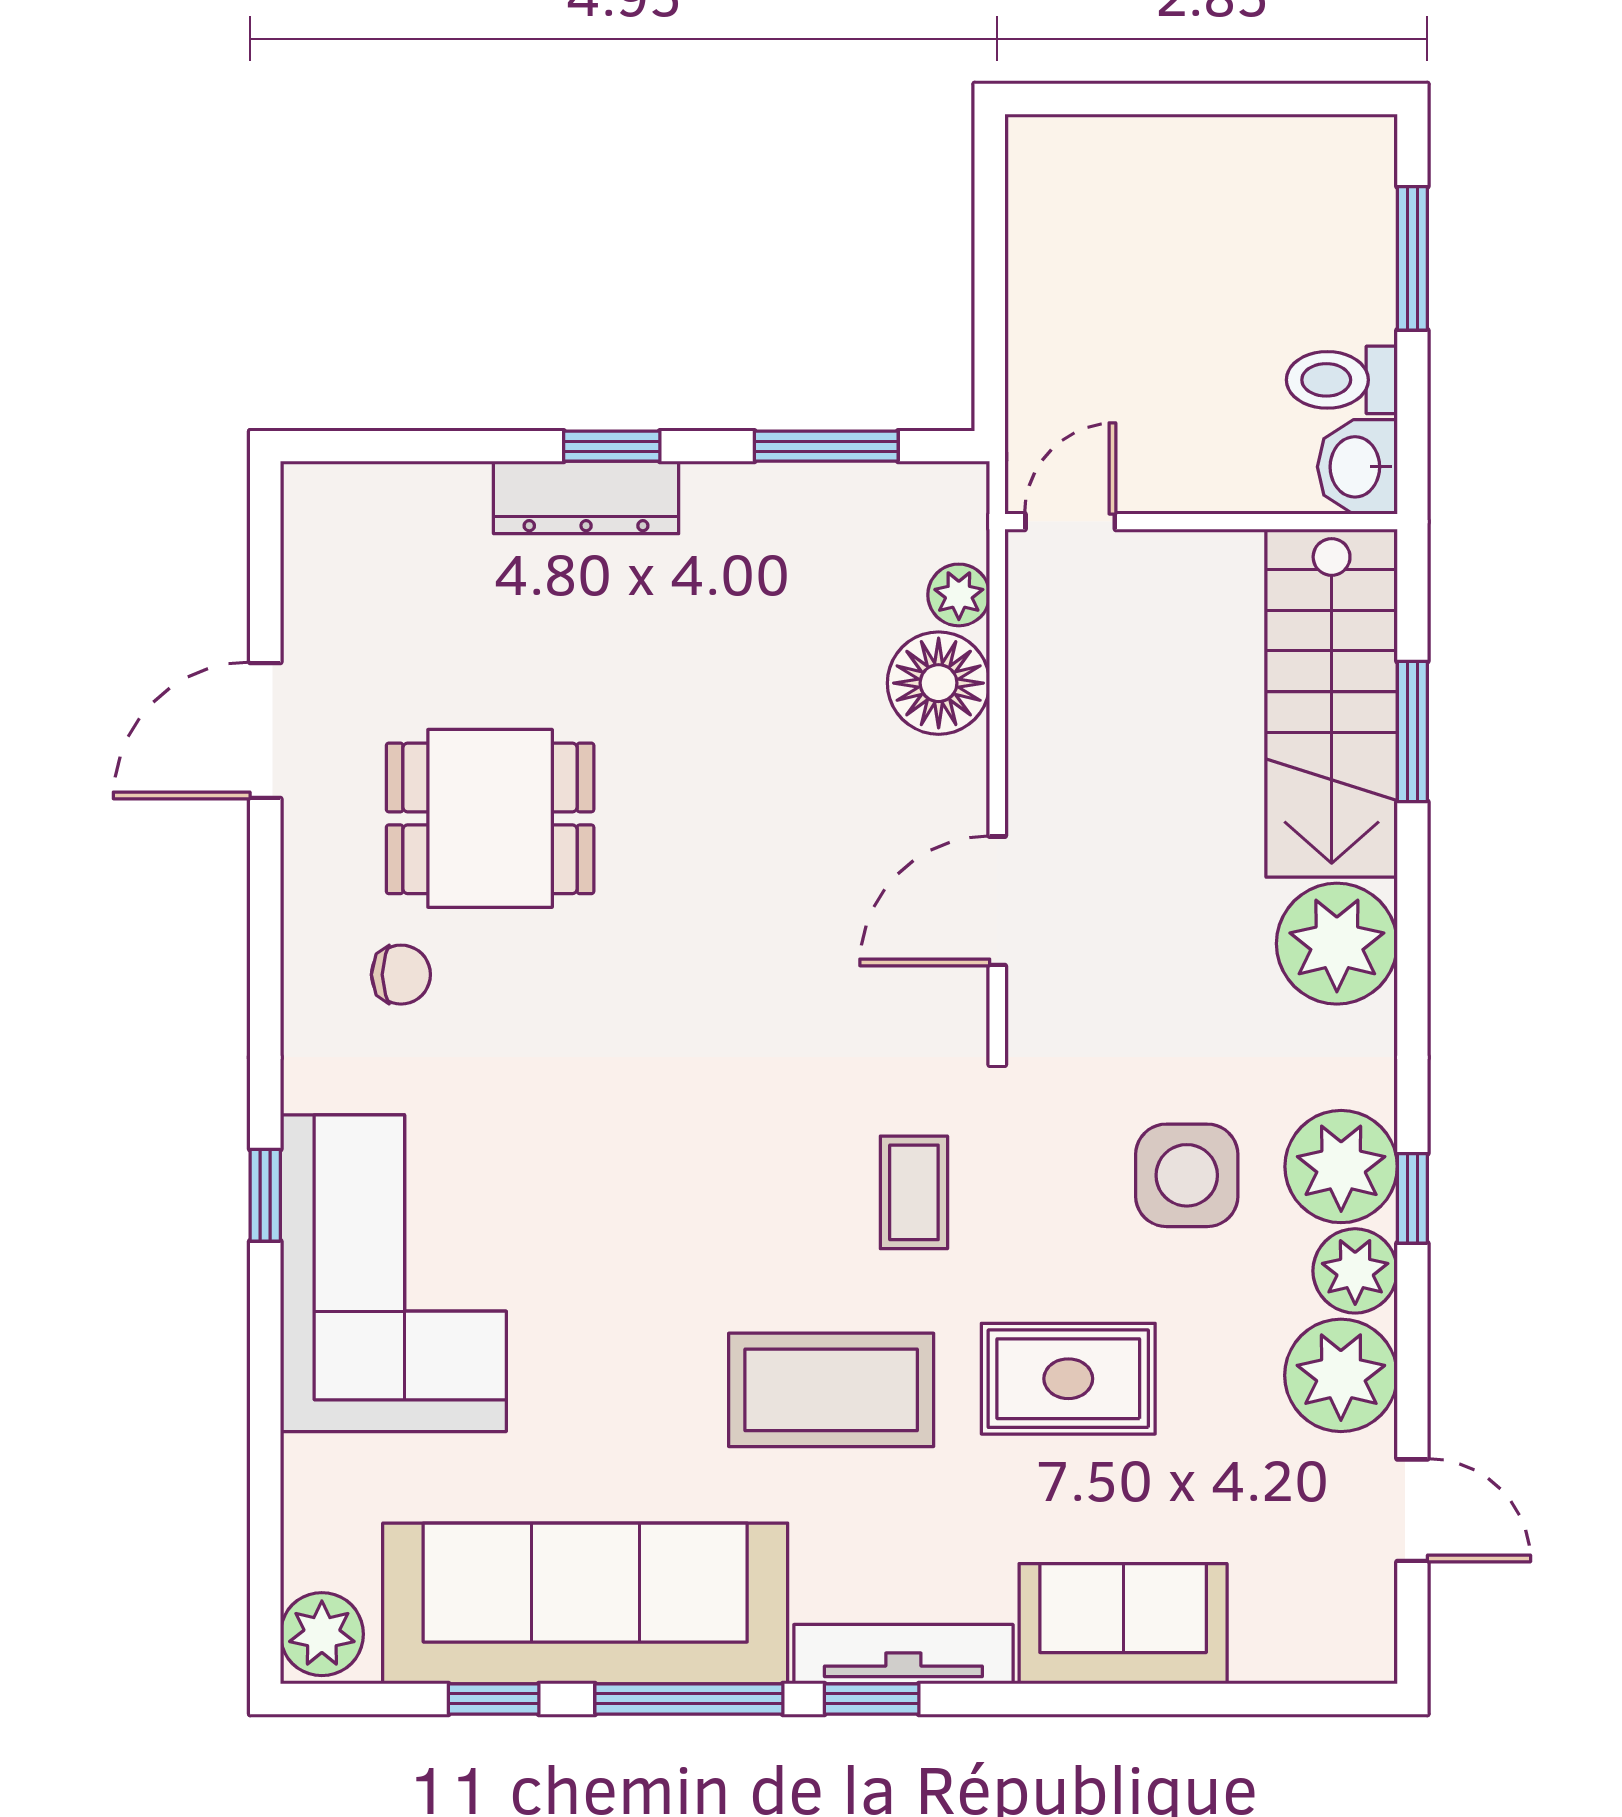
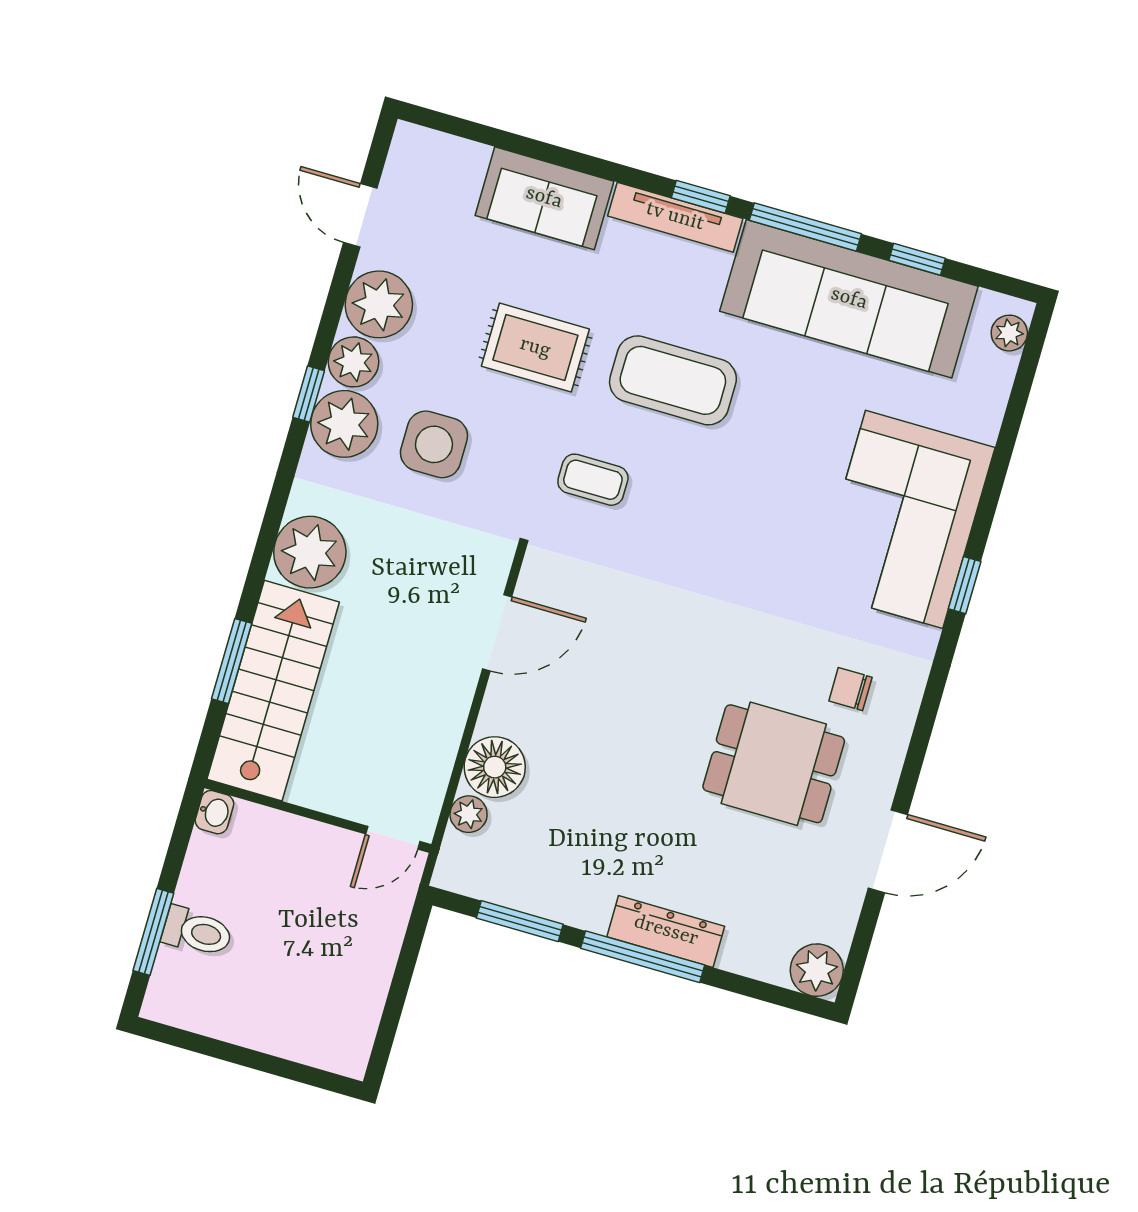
toilet: (1342, 380) -> (197, 932), moved
window: (612, 446) -> (643, 957), width x2.17
washbasin: (1357, 467) -> (214, 812), width x0.72, depth x0.69
plant: (325, 505) -> (817, 970), added
coffee table: (914, 1192) -> (593, 480), turned 90
plant: (322, 1634) -> (1009, 333), width x0.73, depth x0.73

